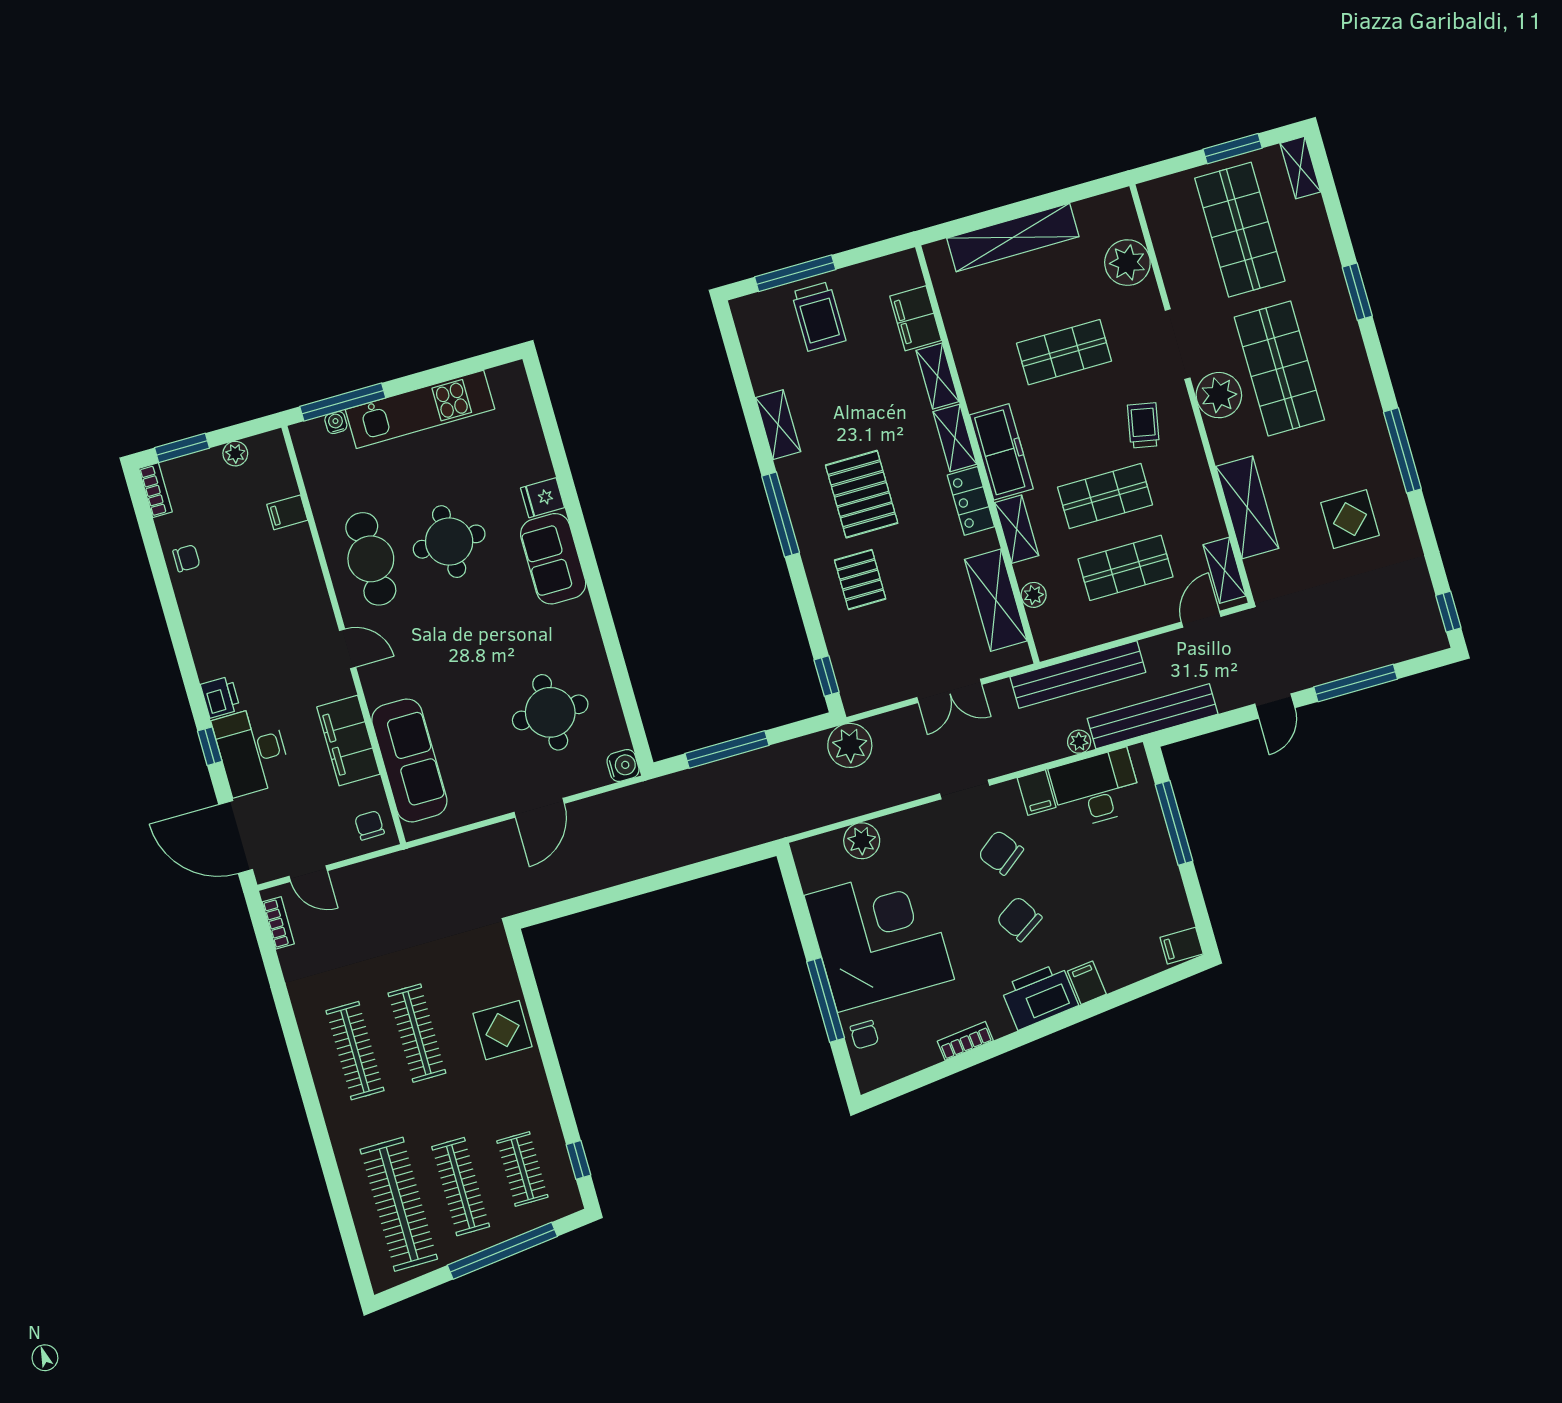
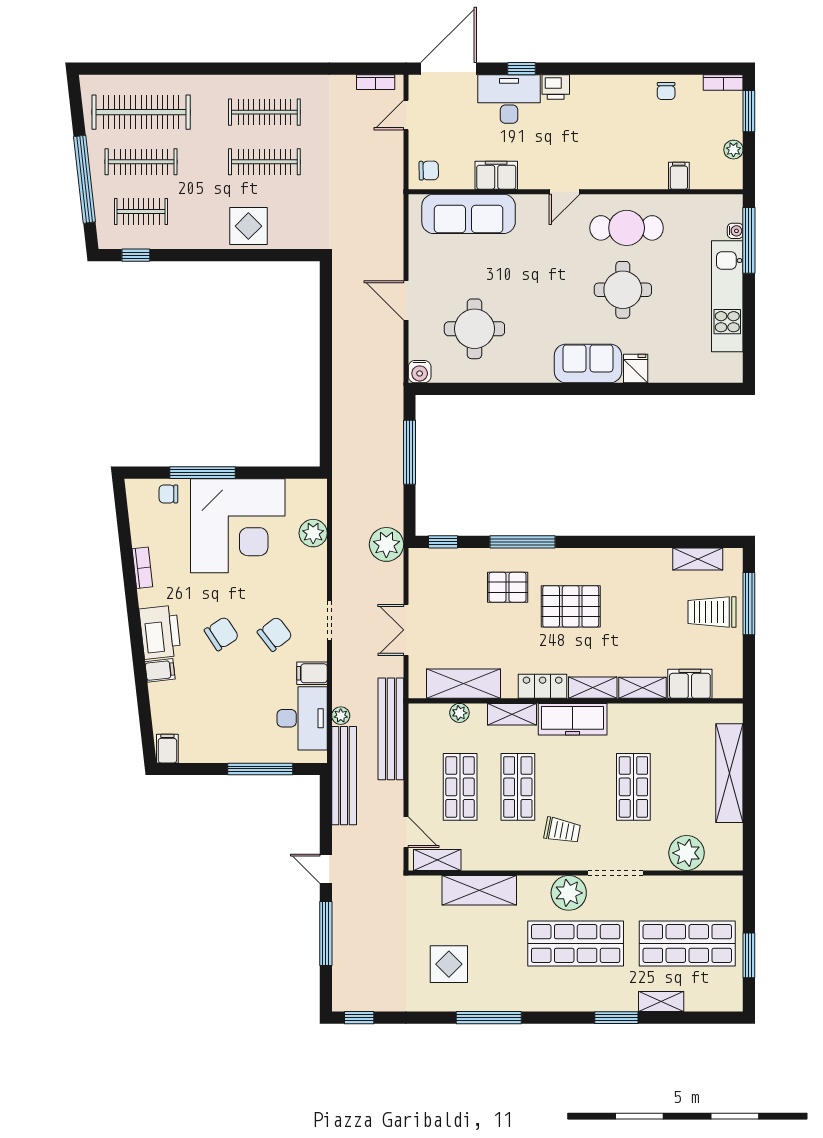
shelving: (1300, 168) -> (661, 1002), moved
shelving: (778, 425) -> (698, 559), moved
window: (781, 514) -> (522, 542), moved
filing cabinet: (348, 741) -> (496, 175), width x0.67, depth x0.86

